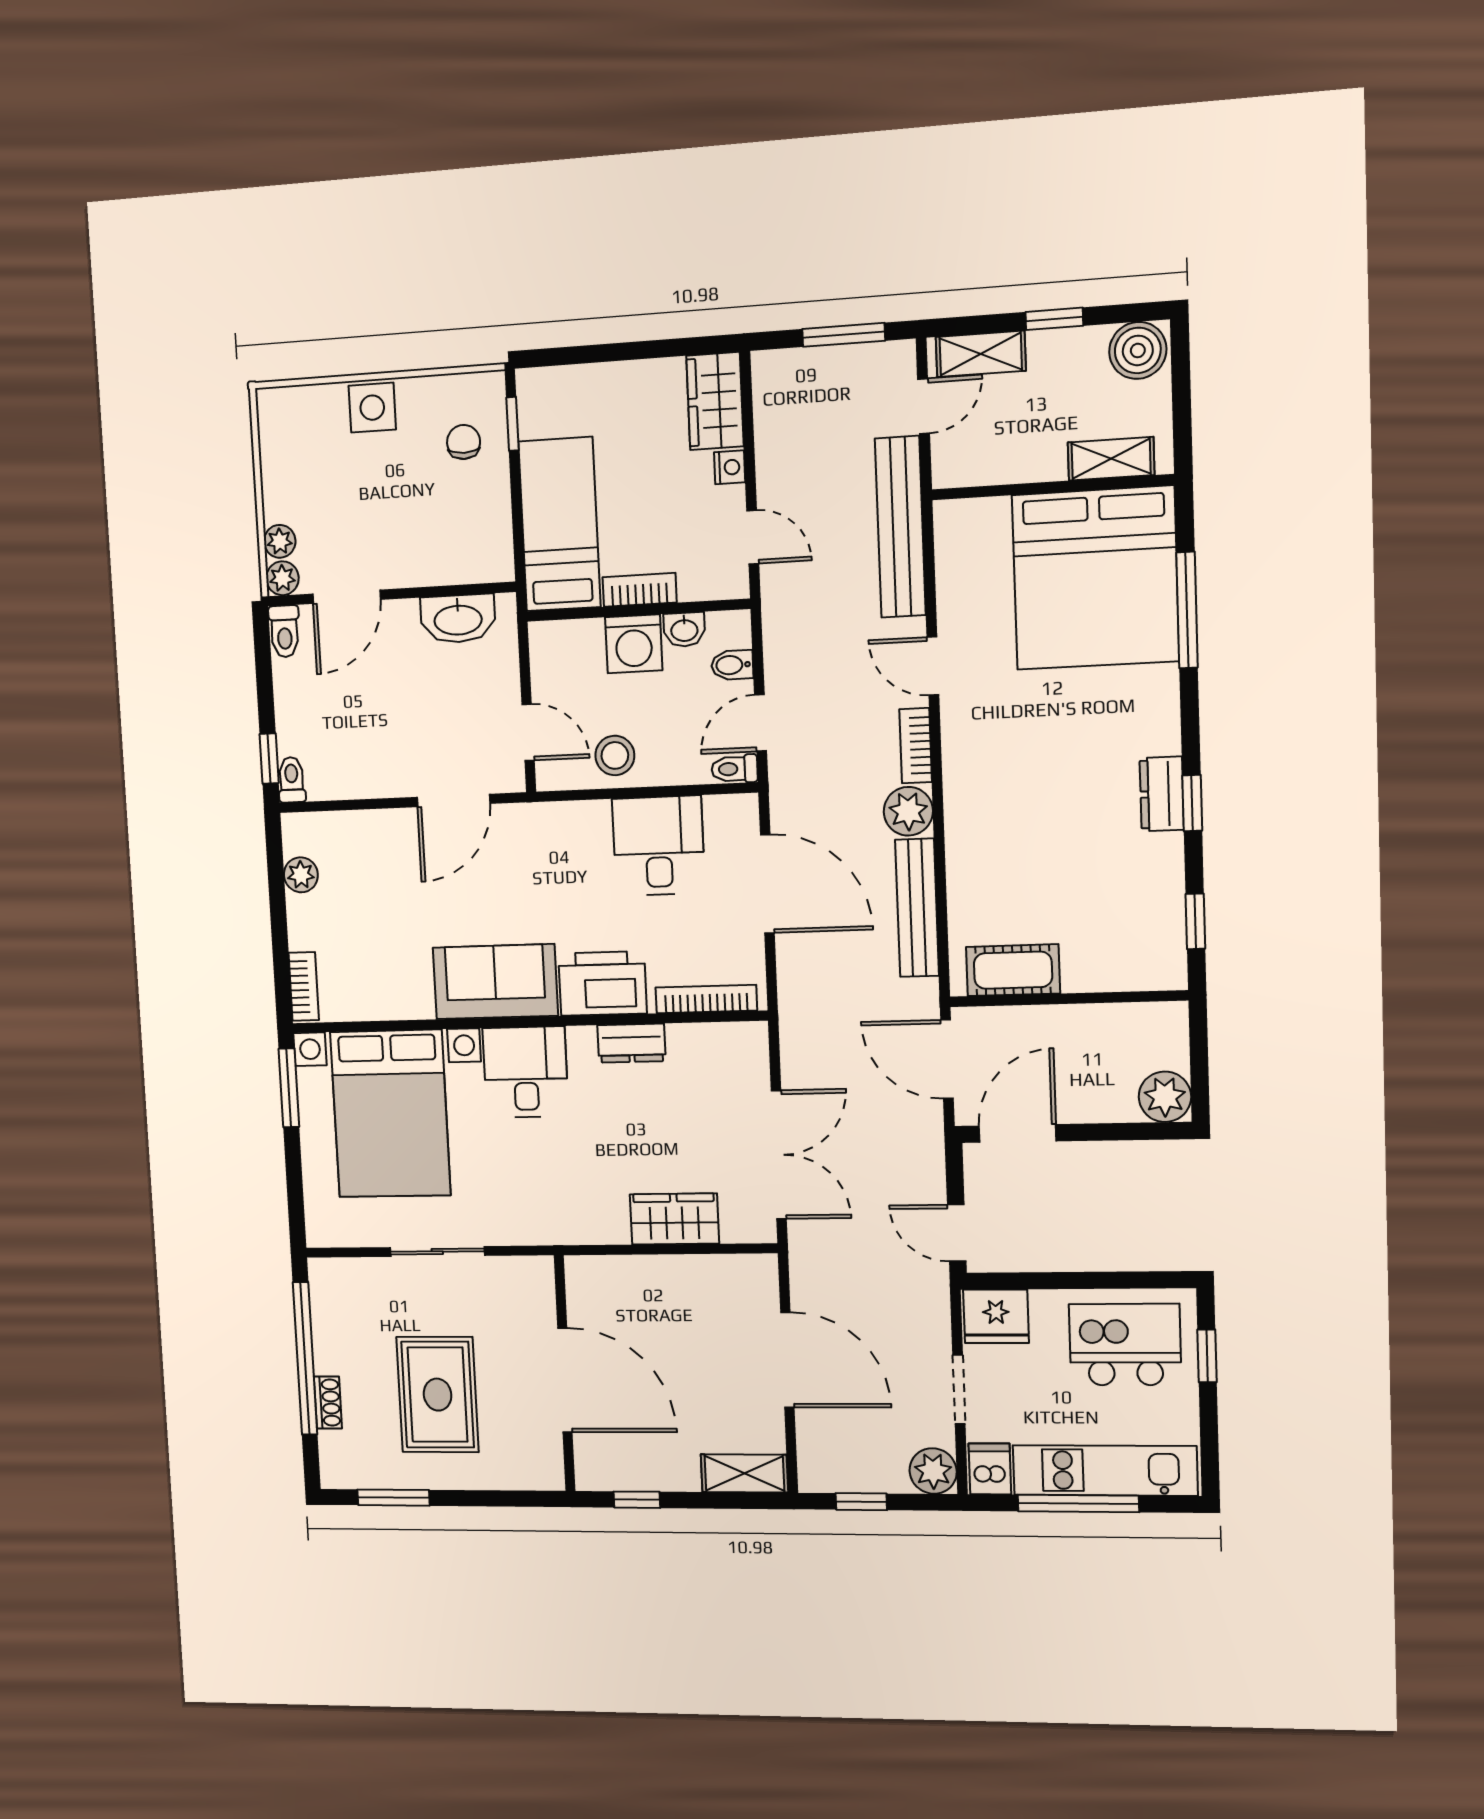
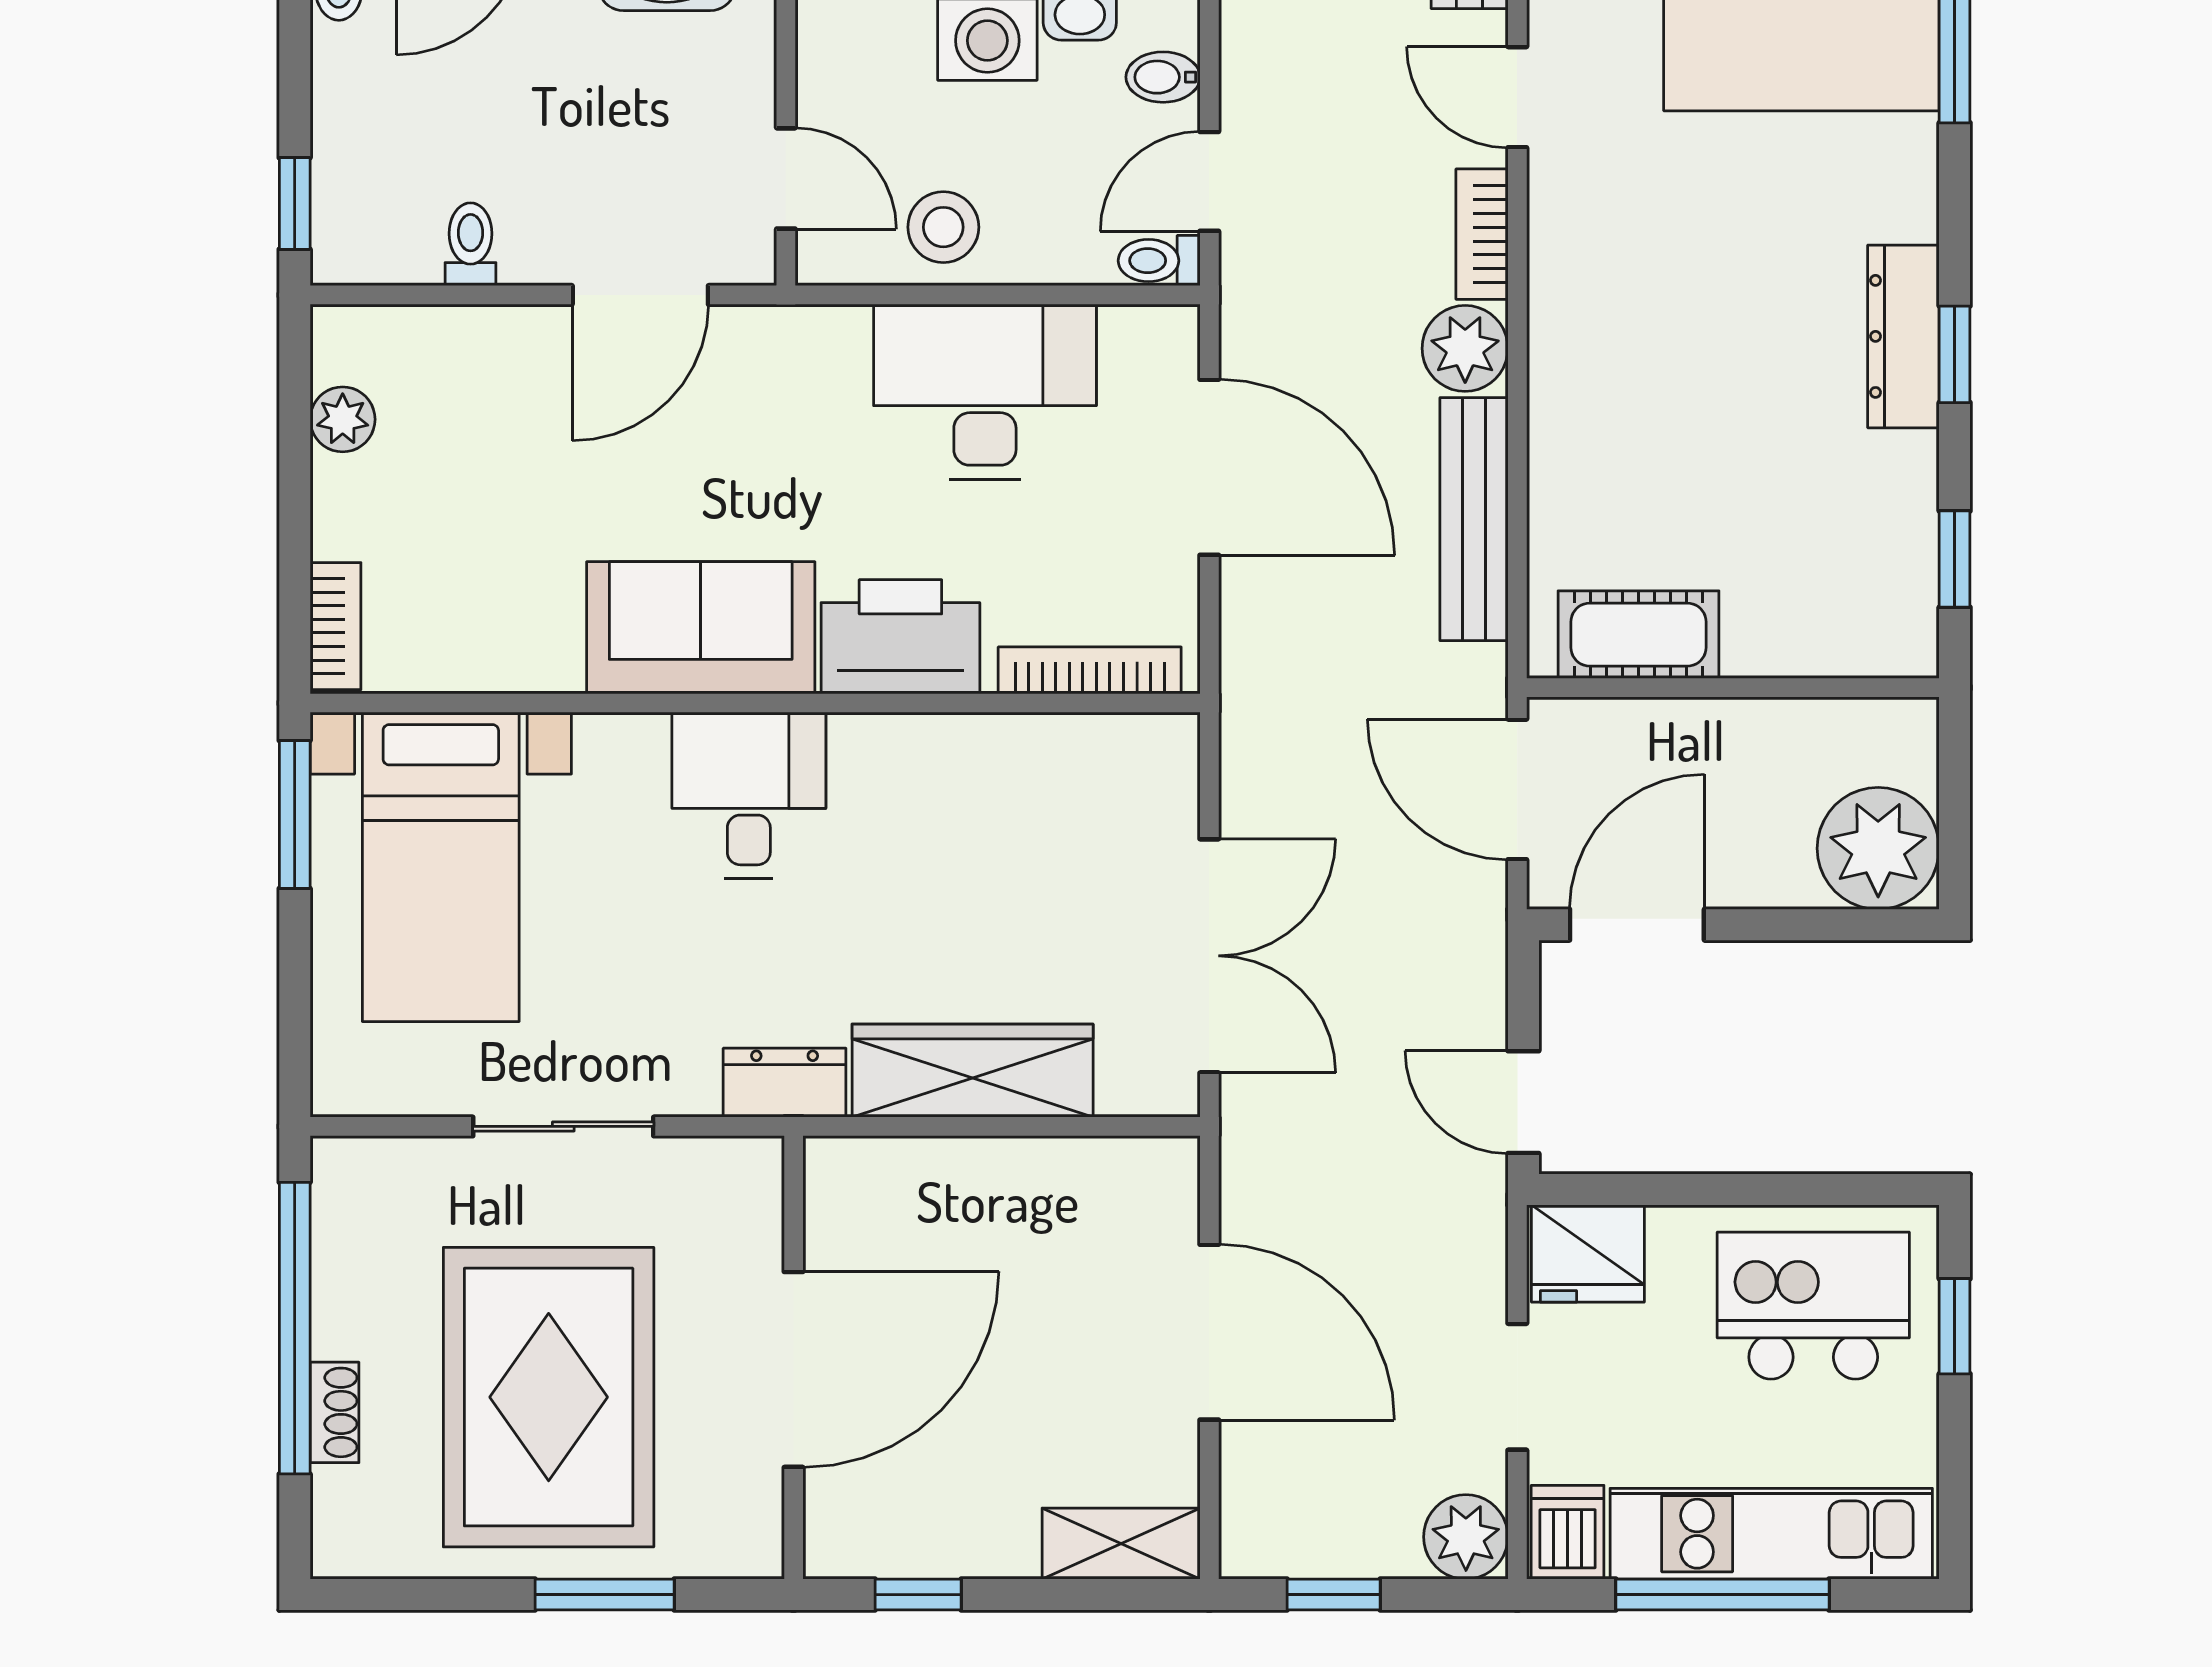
toilet: (292, 780) -> (471, 244), moved
dresser: (1162, 794) -> (1903, 336), width x1.44
desk: (658, 846) -> (985, 392), width x1.37
dresser: (631, 1043) -> (785, 1083), moved, turned 180
plant: (1165, 1097) -> (1878, 848), width x1.36, depth x1.36
bed with nightstands: (390, 1114) -> (441, 867), width x0.73
wardrobe: (674, 1219) -> (973, 1071), width x1.50
door: (565, 1380) -> (794, 1369), hinge flipped
rug: (438, 1395) -> (549, 1397), width x1.37, depth x1.44
window: (393, 1498) -> (605, 1595), moved

